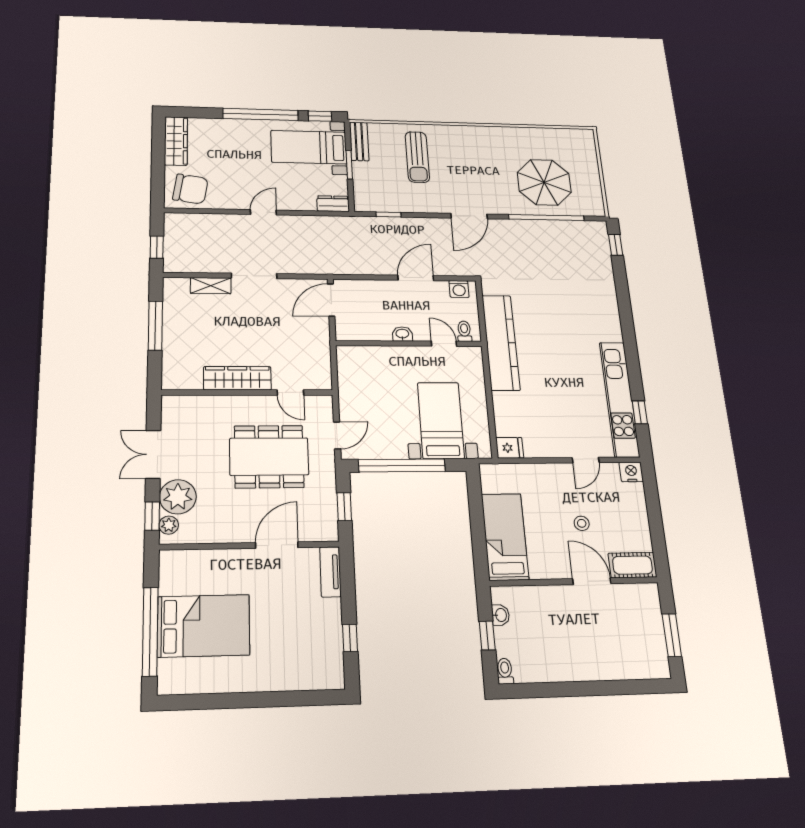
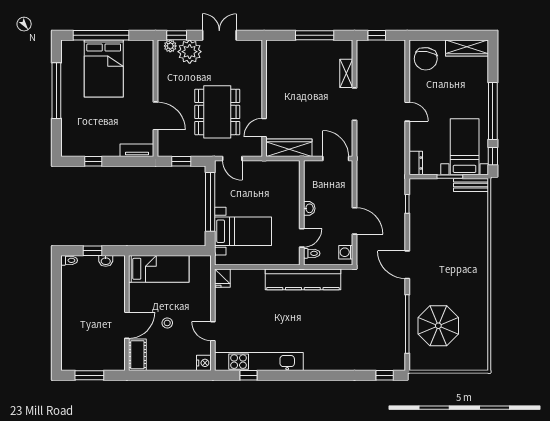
sun lounger: (417, 157) -> (458, 229), removed
wardrobe: (237, 378) -> (289, 148), moved, turned -90
window: (240, 700) -> (56, 91), added

